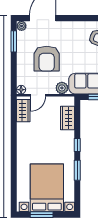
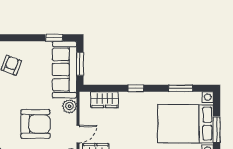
door: (38, 95) -> (78, 134), hinge flipped
window: (77, 170) -> (181, 88), moved

